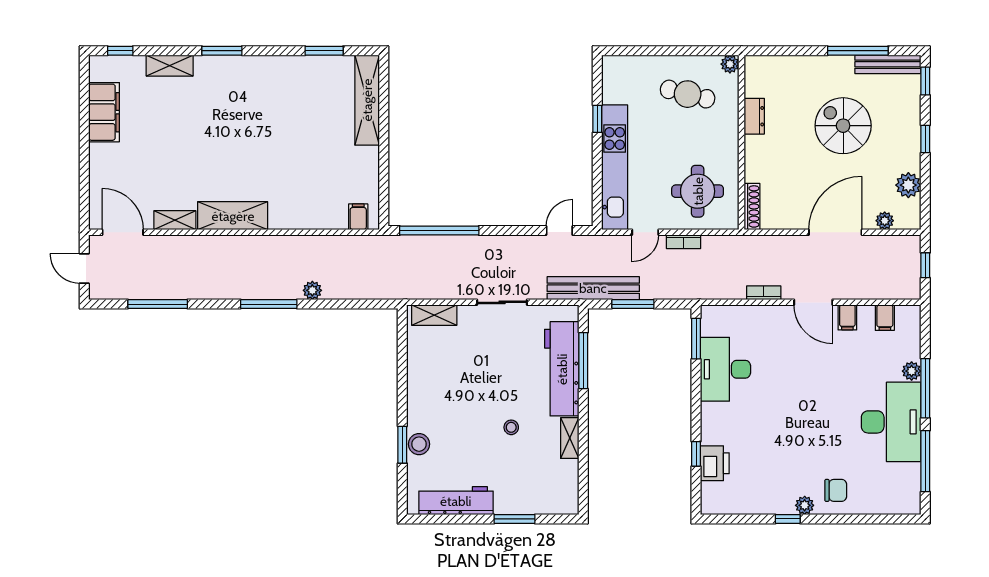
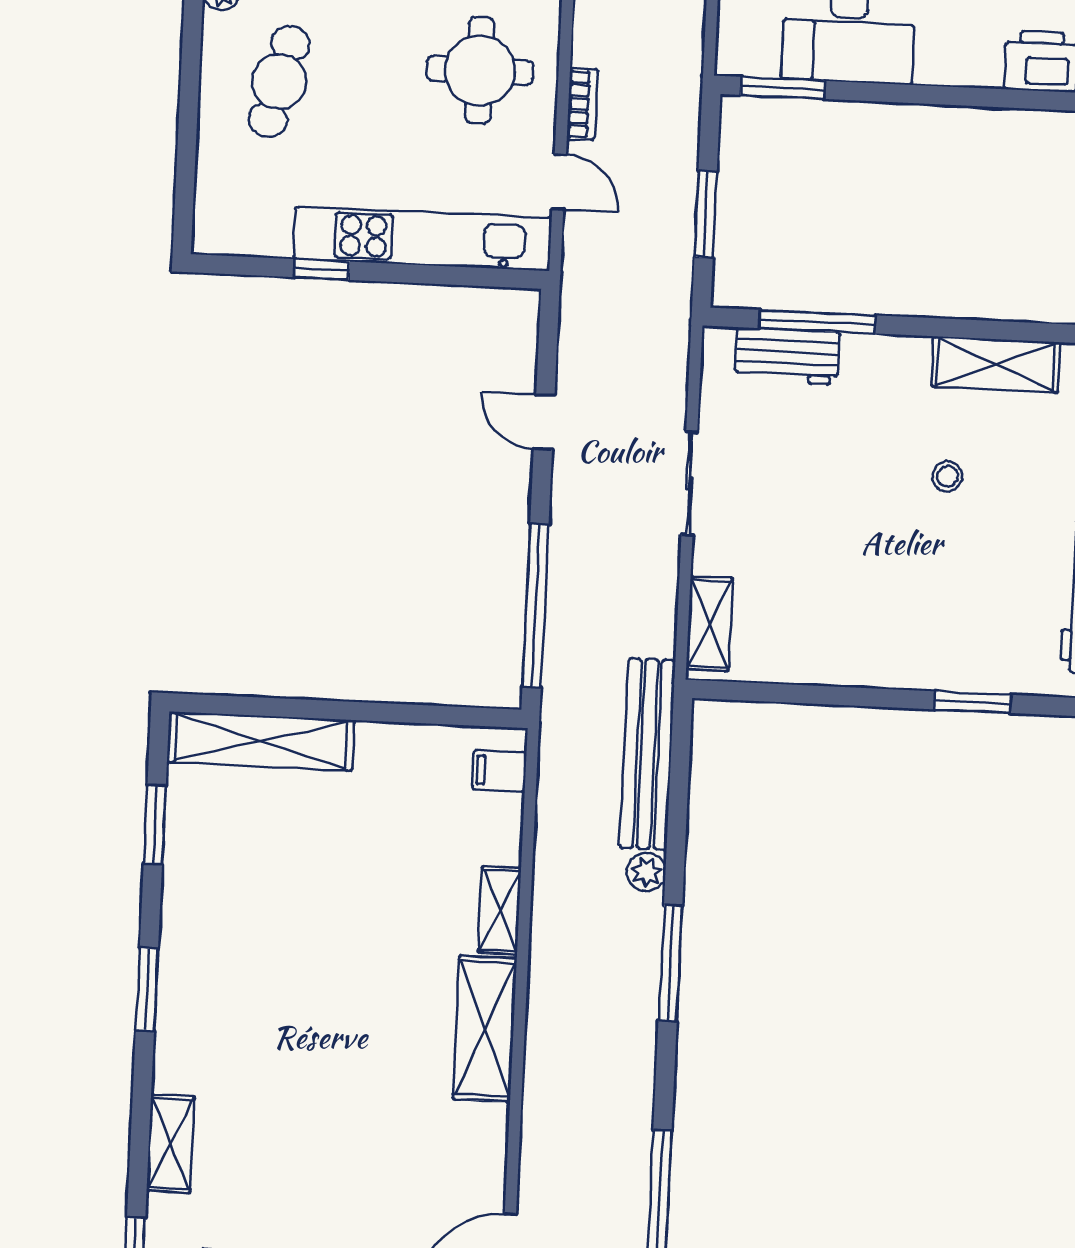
window: (222, 51) -> (147, 990), moved
shelving: (175, 220) -> (500, 911), moved
door: (559, 230) -> (544, 422), moved
bench: (593, 288) -> (648, 754), moved
workbench: (562, 369) -> (787, 356), width x0.53, depth x0.76
shelving: (570, 438) -> (996, 364), width x1.50, depth x1.33
stool: (419, 444) -> (973, 668), removed
window: (696, 454) -> (1020, 99), removed

